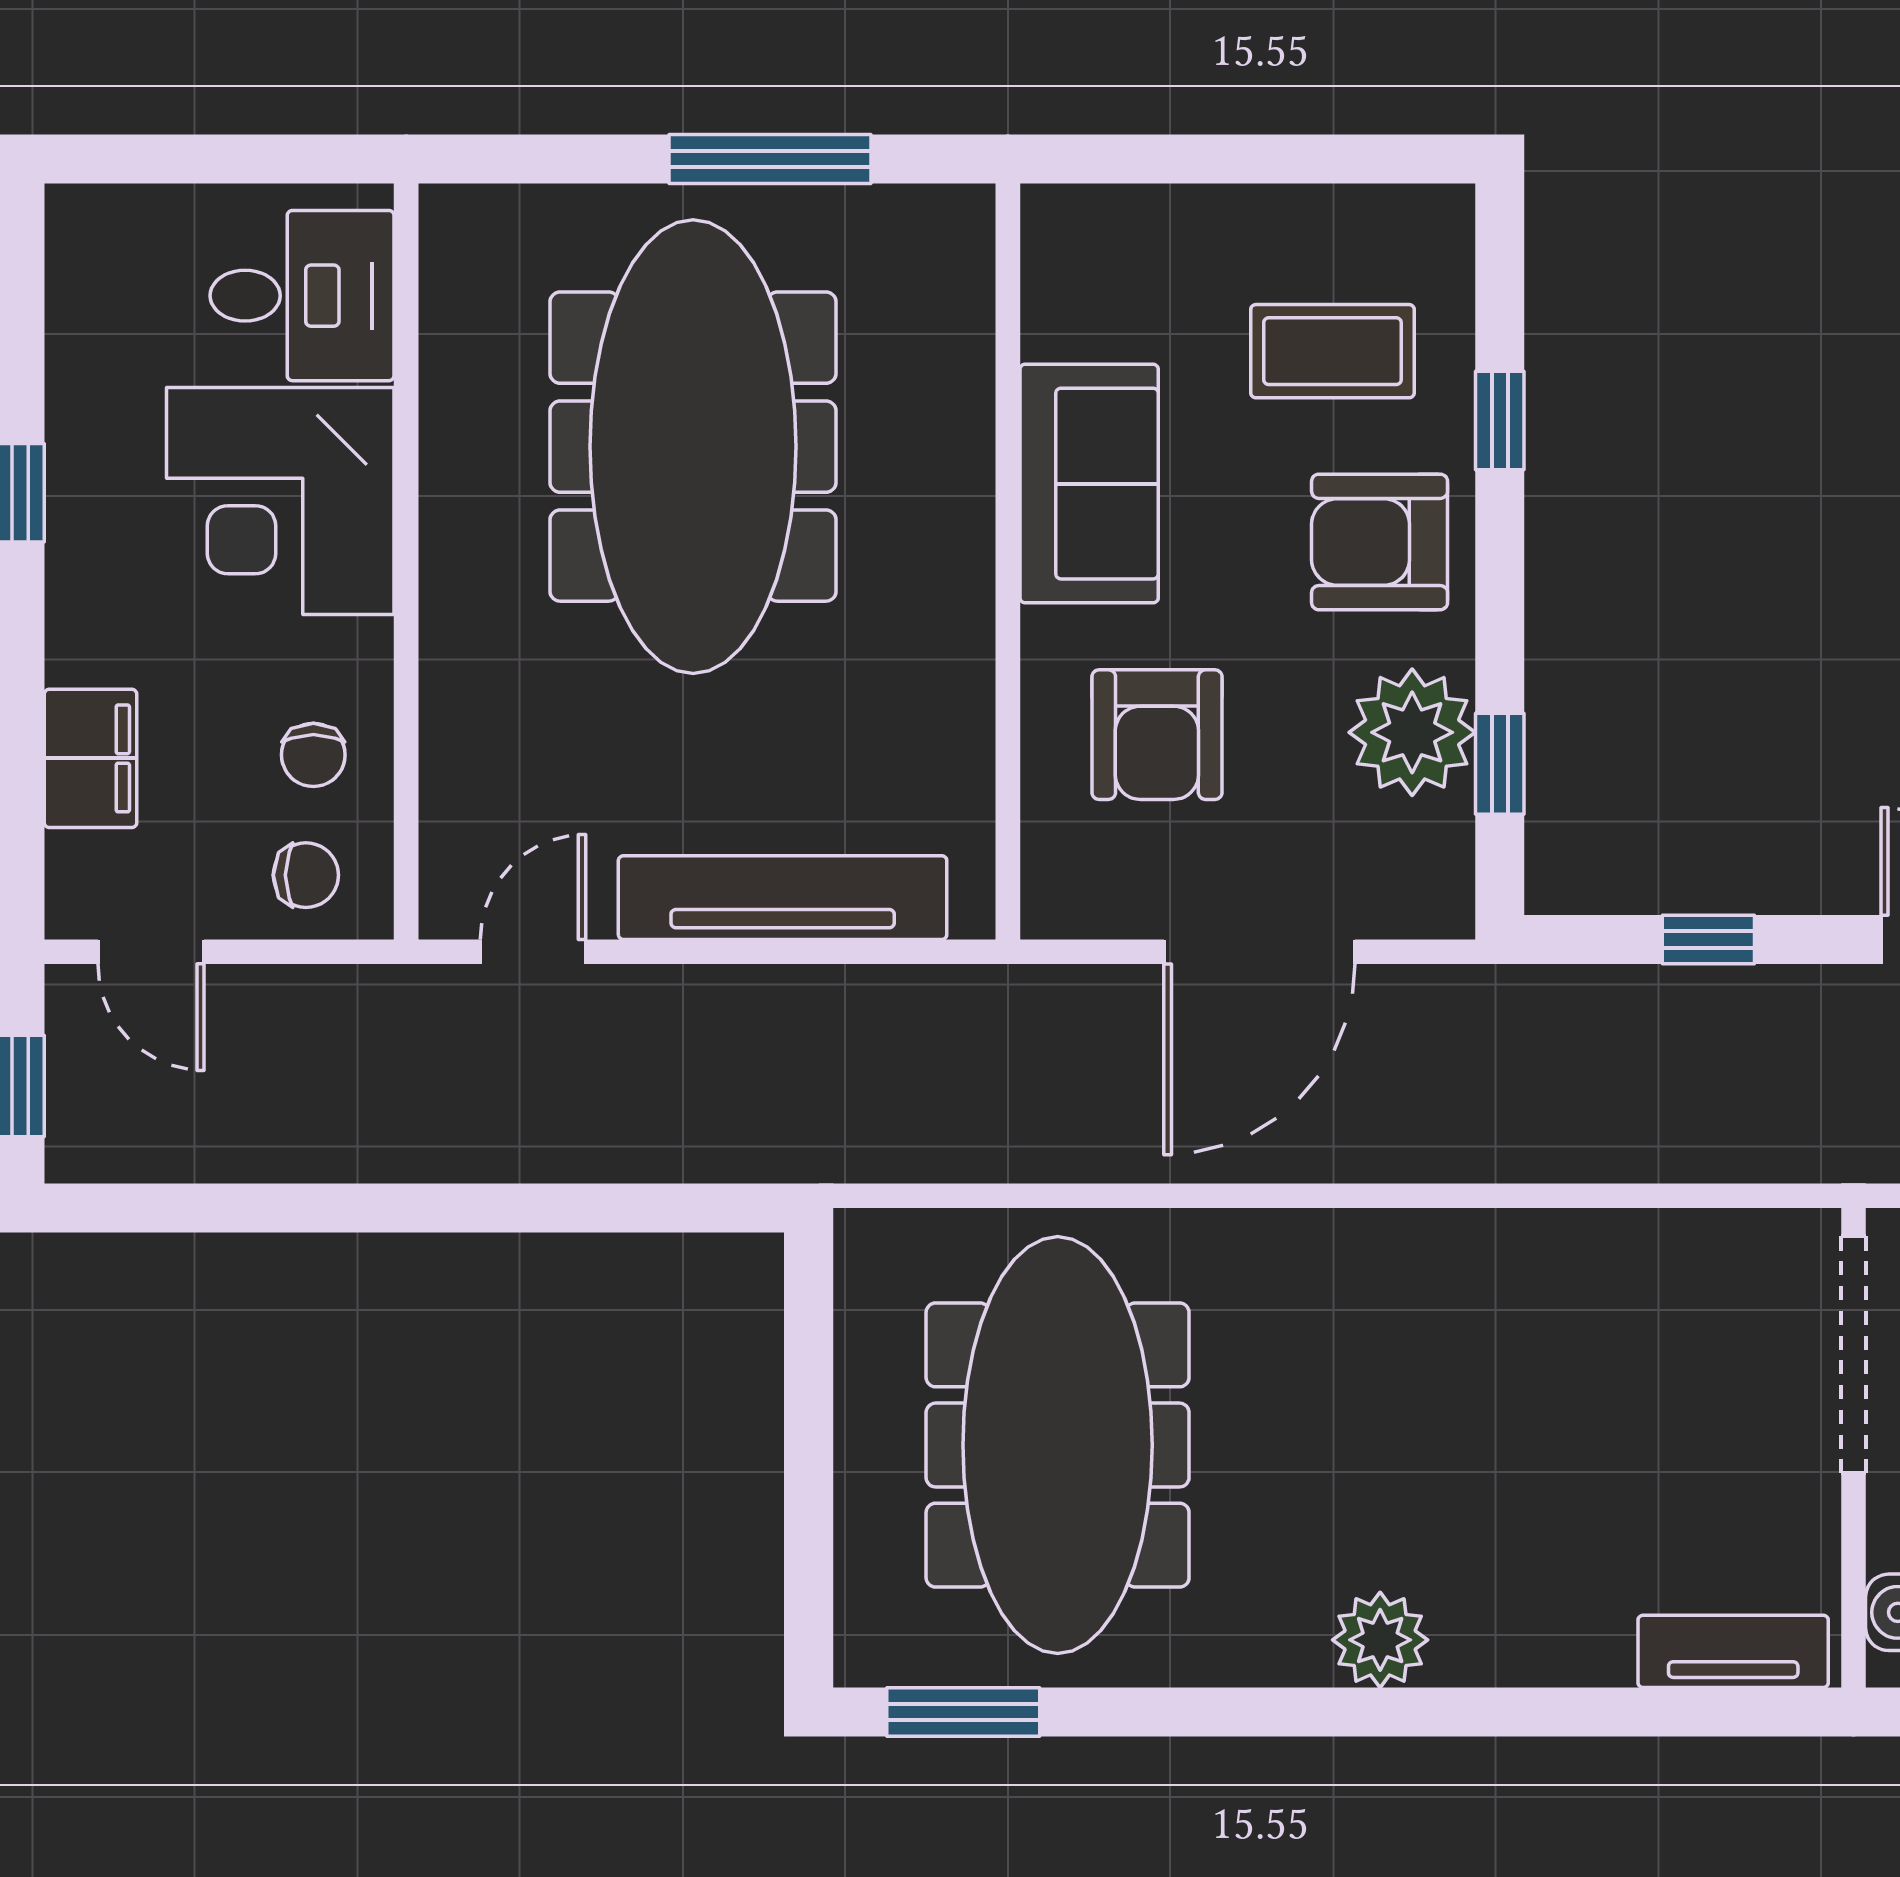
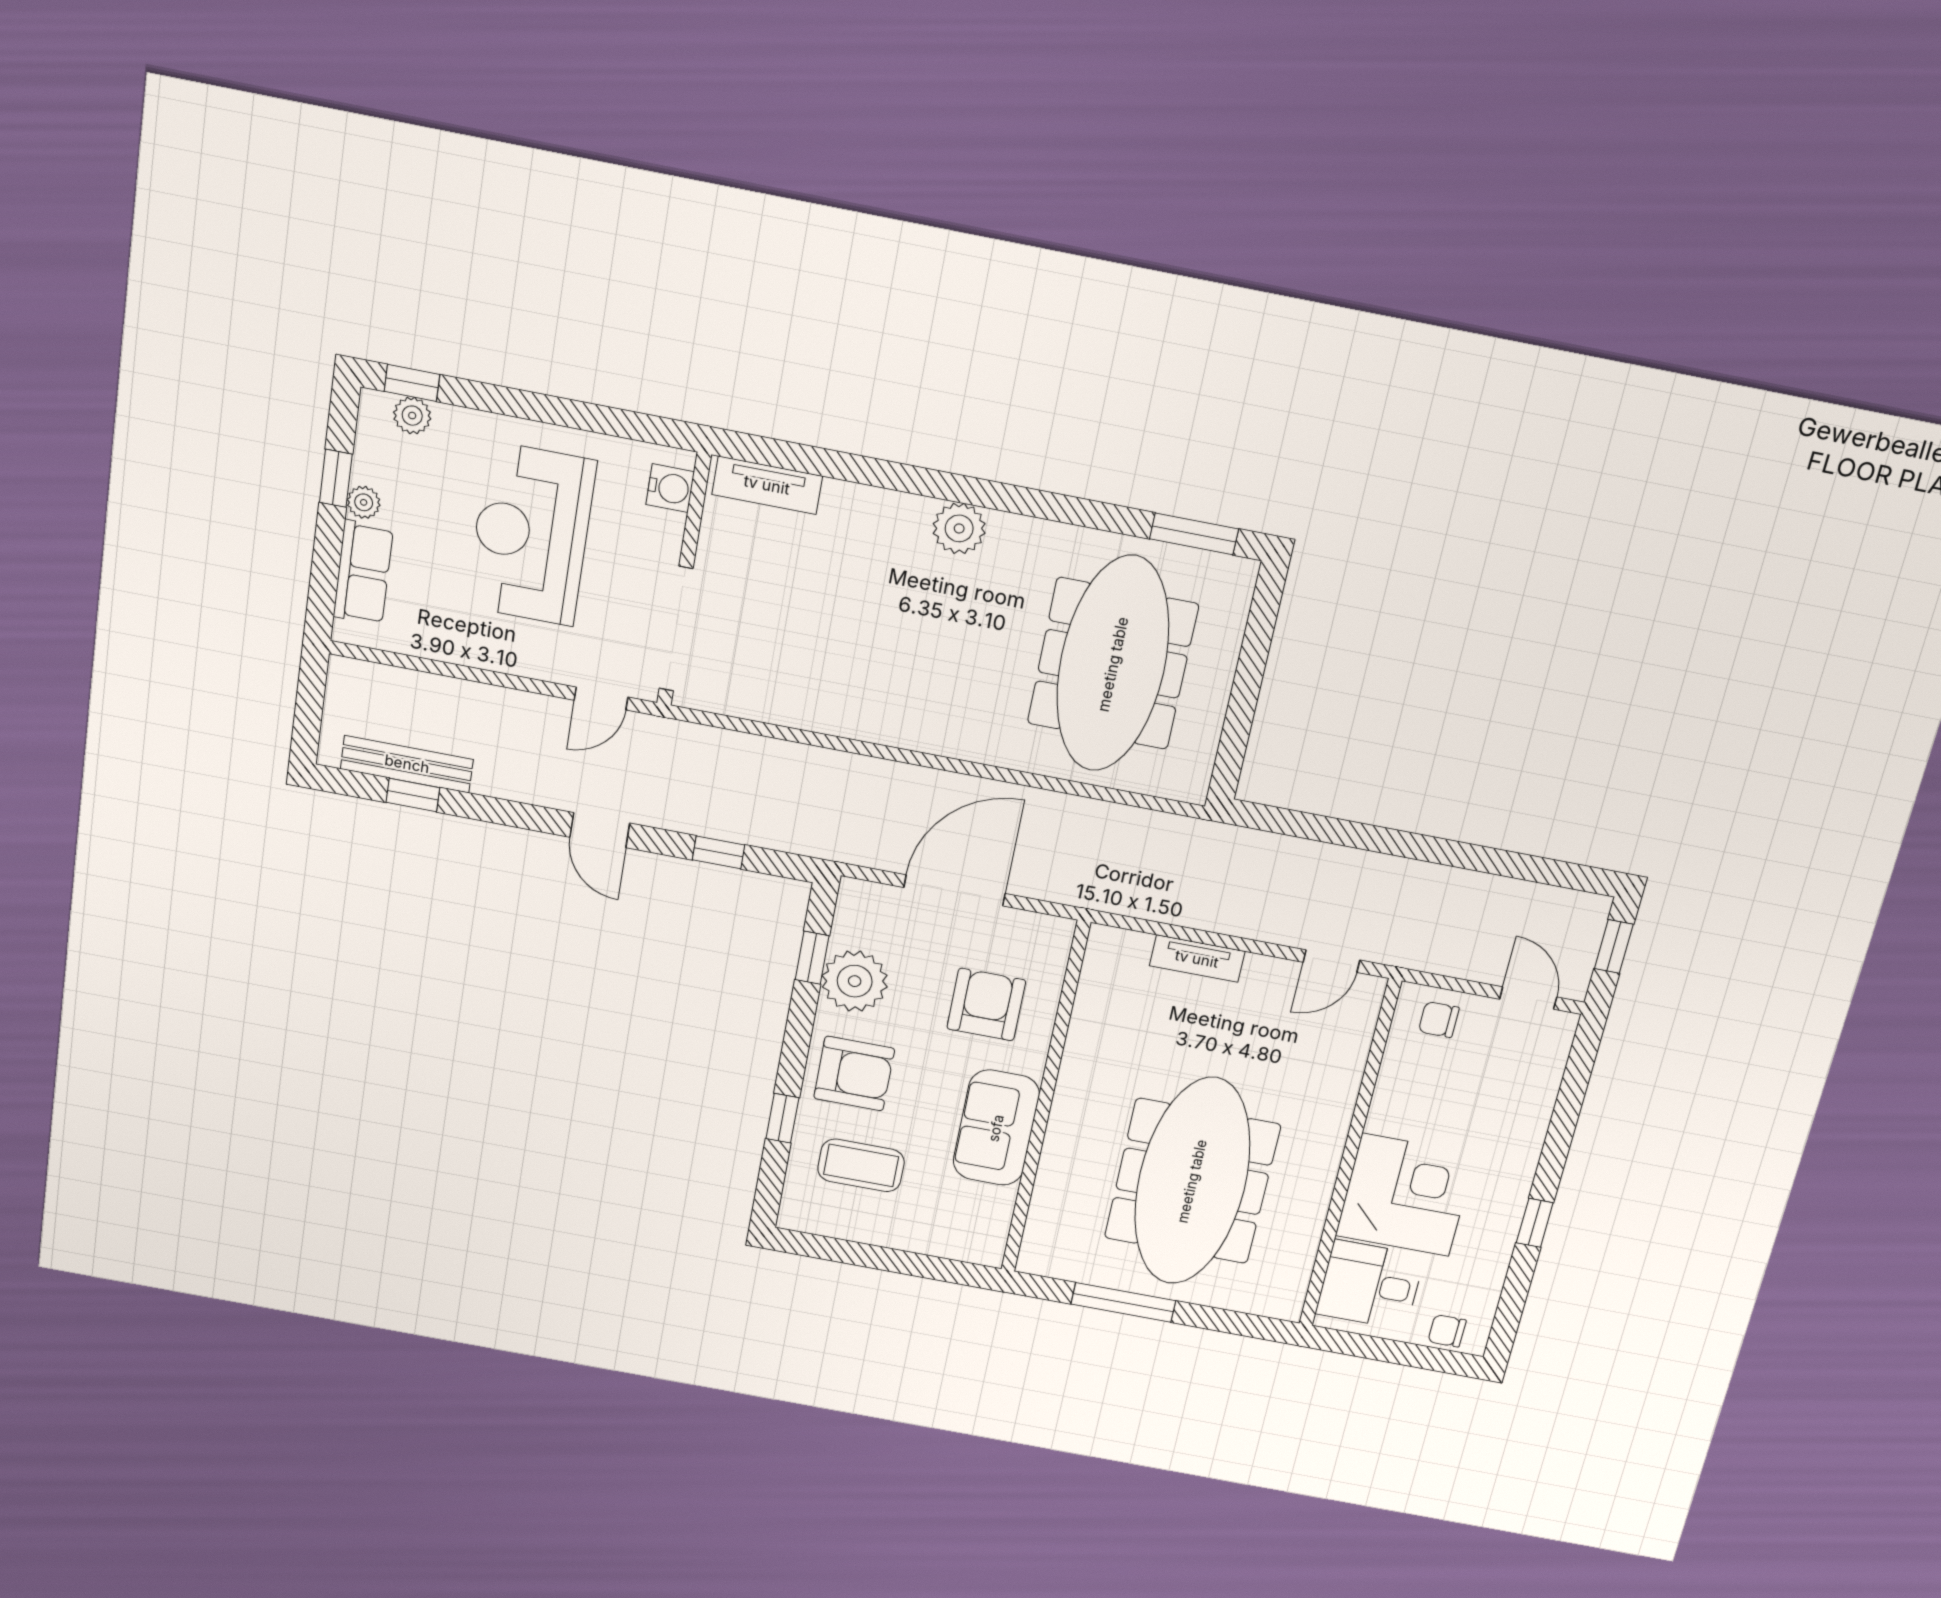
chair: (313, 755) -> (1447, 1331), moved, turned -90
filing cabinet: (90, 758) -> (1534, 1095), removed
tv unit: (783, 898) -> (1197, 959), width x0.52, depth x0.78

